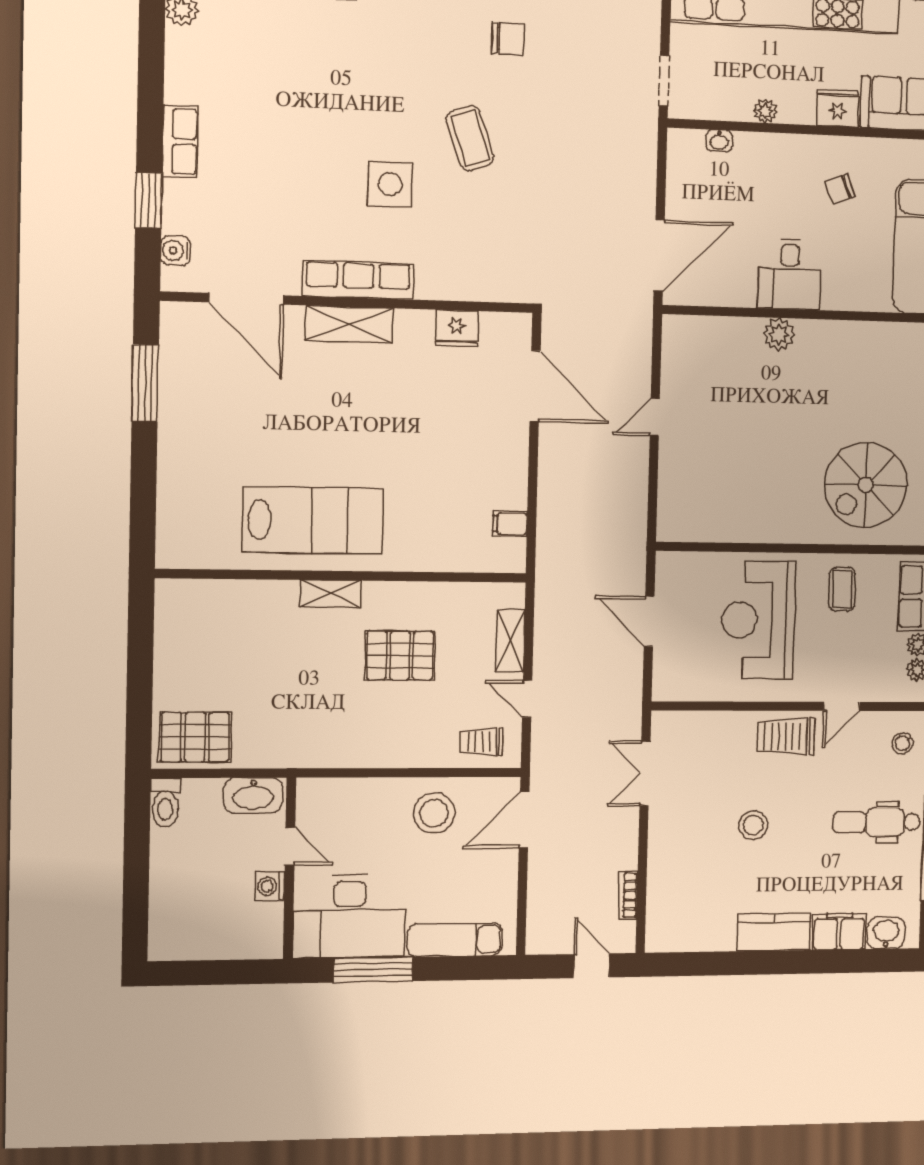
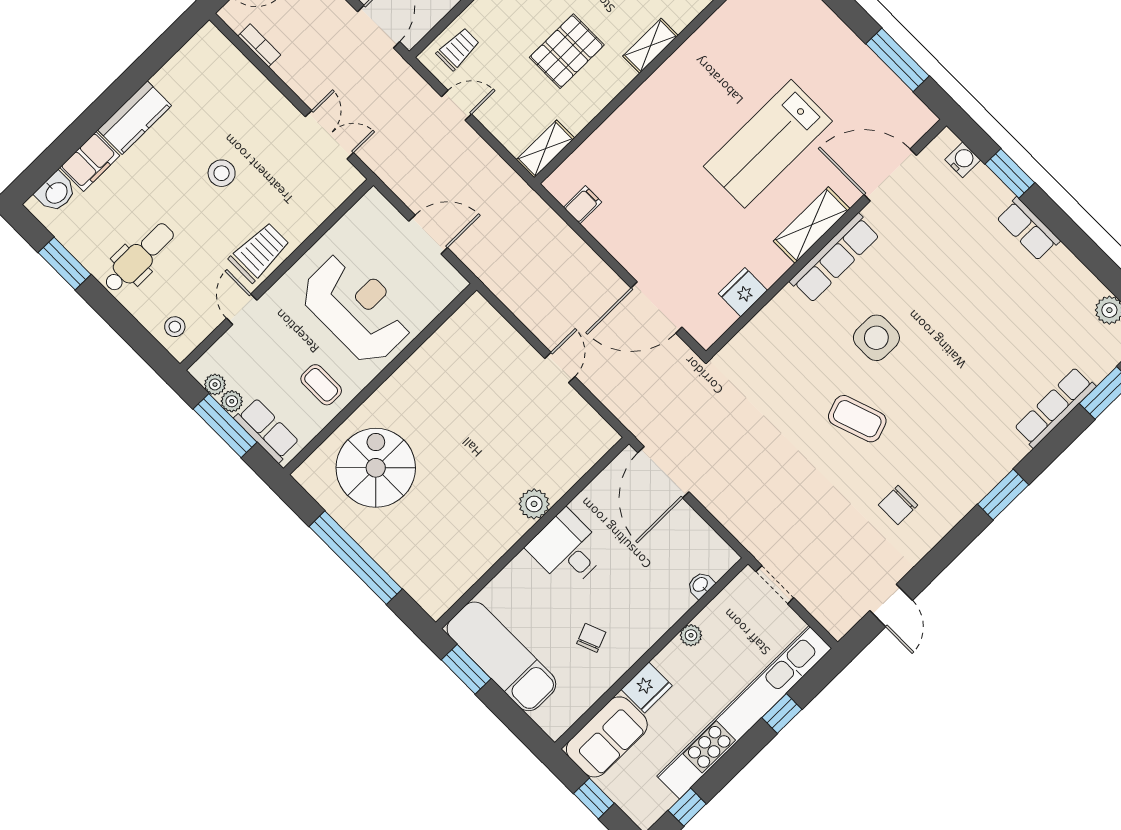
lab bench: (313, 520) -> (768, 144), moved
shelving: (510, 641) -> (545, 149), moved, turned 90

